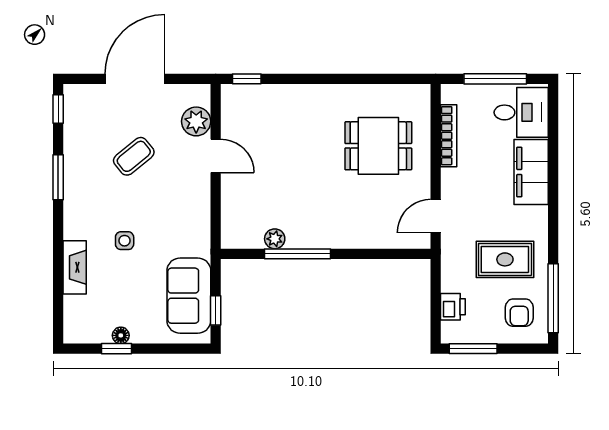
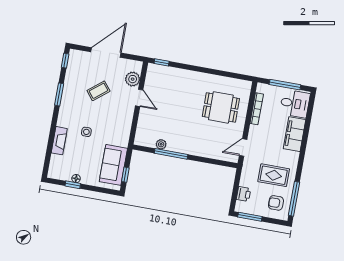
armchair: (519, 313) -> (276, 203), turned 90

